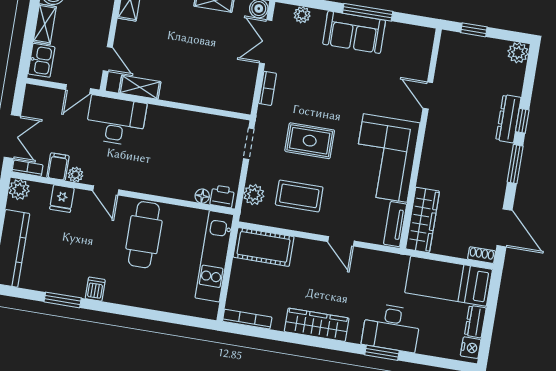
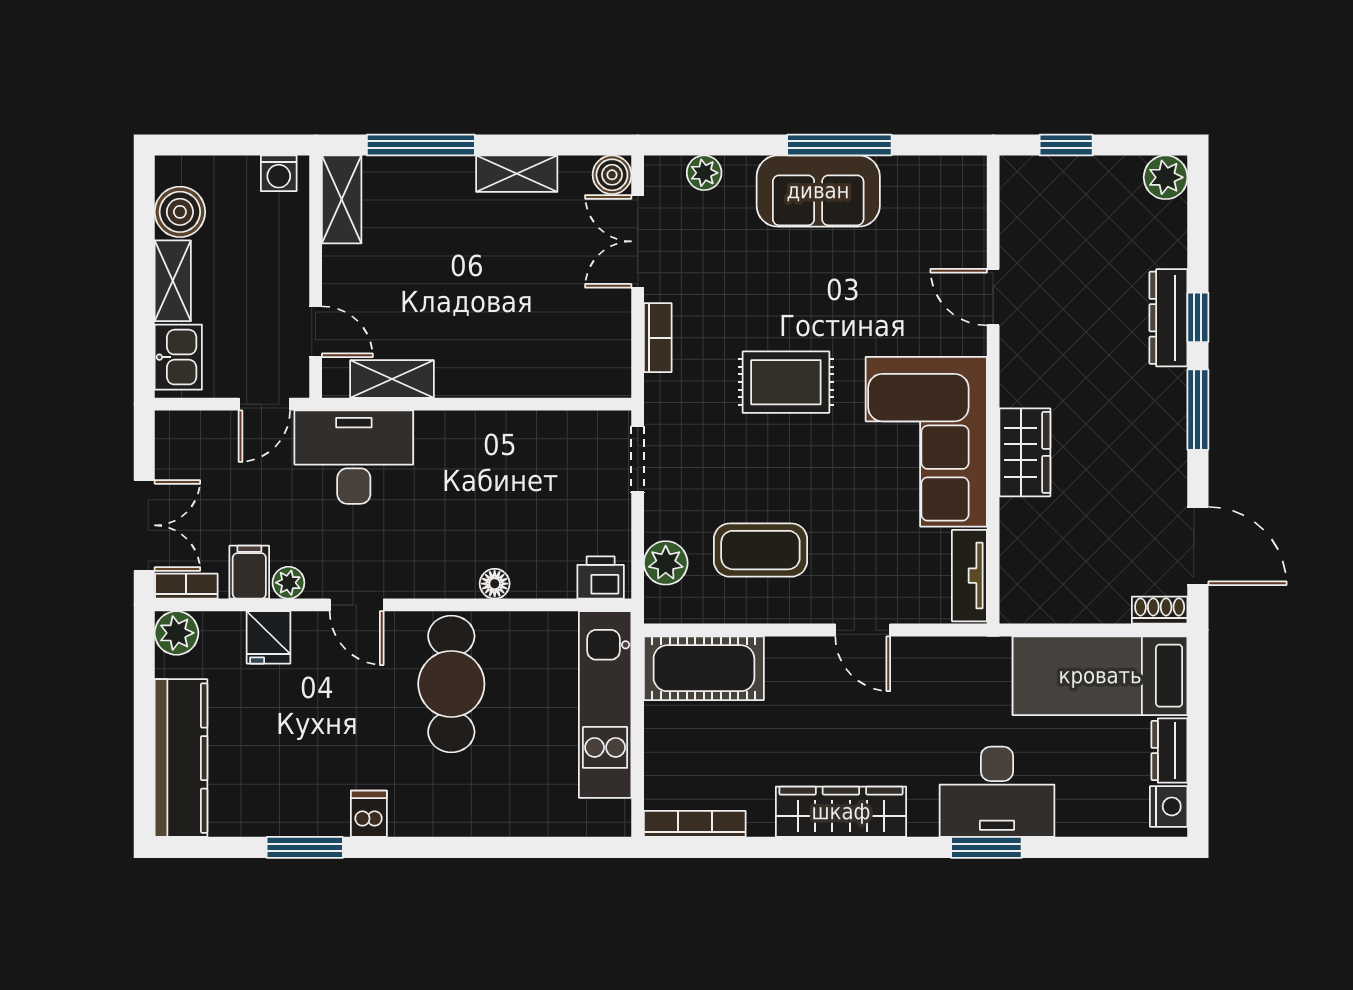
rug: (310, 141) -> (786, 382), moved
floor lamp: (202, 196) -> (495, 584), moved
wardrobe: (422, 220) -> (1025, 452), moved, width x0.67

